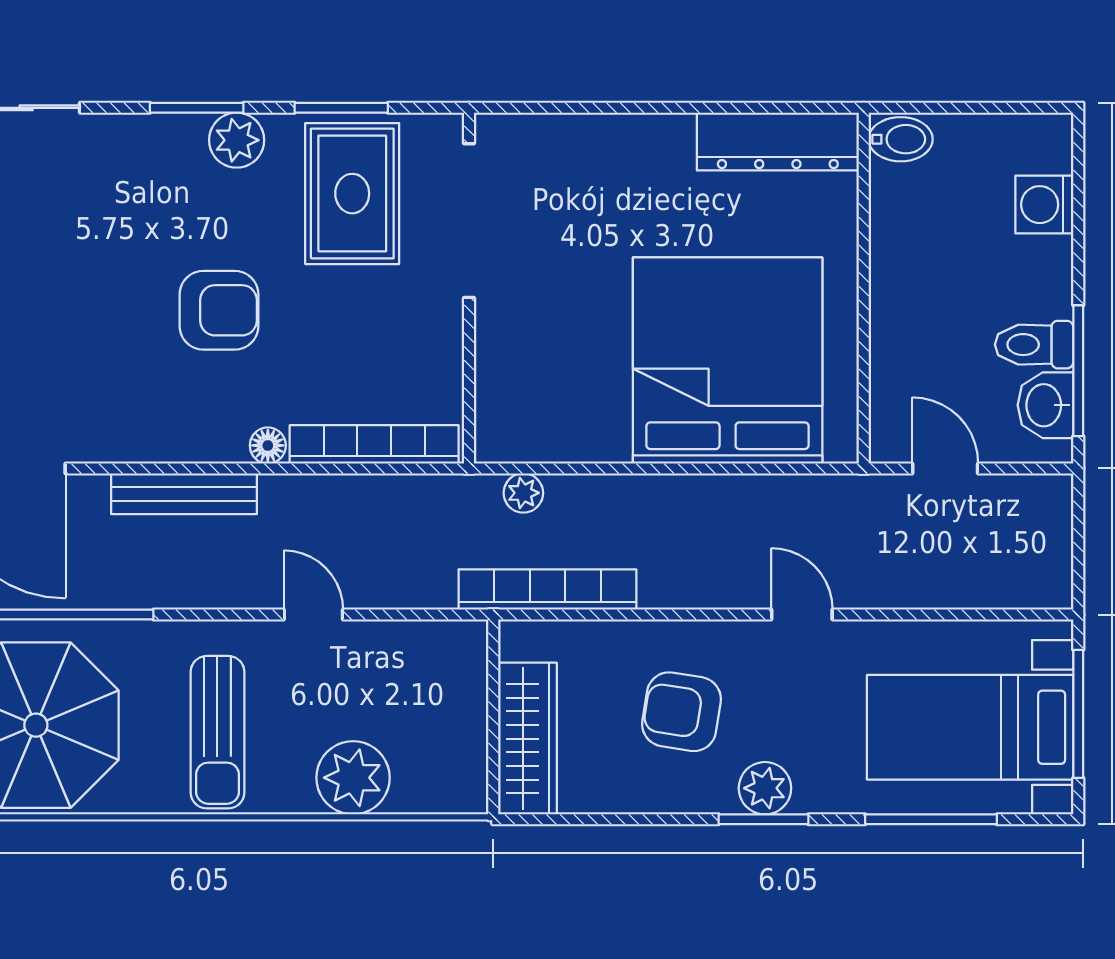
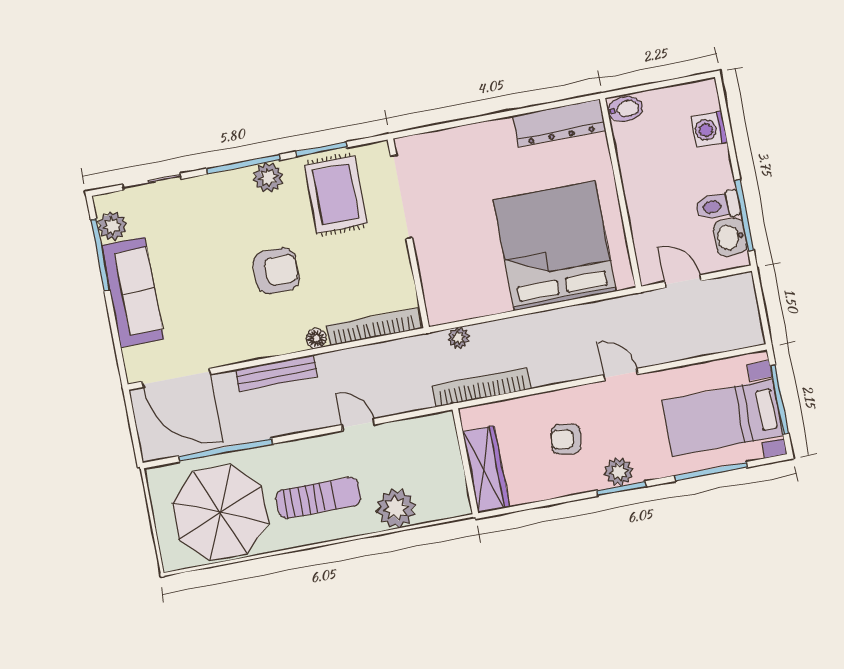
window: (197, 108) -> (243, 164), width x1.44
armchair: (682, 712) -> (566, 439), width x0.72, depth x0.72
sun lounger: (217, 732) -> (319, 498), turned -90

